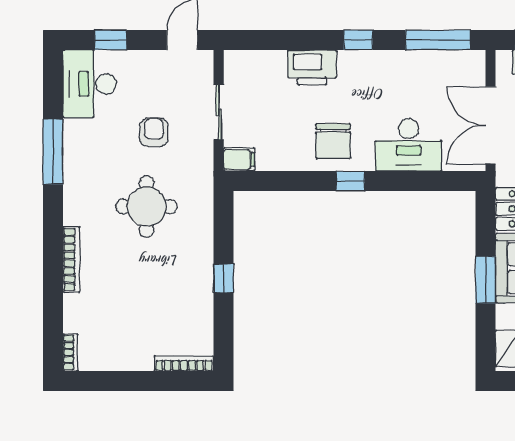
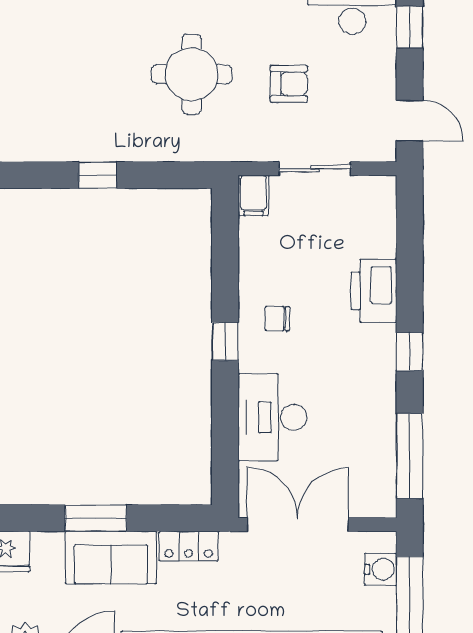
chair: (333, 141) -> (277, 319), width x0.54, depth x0.54

